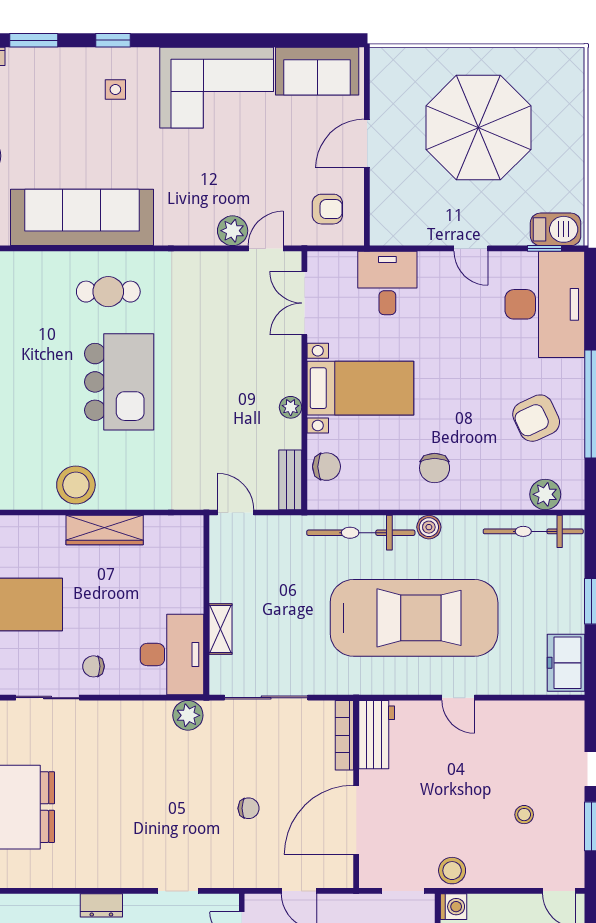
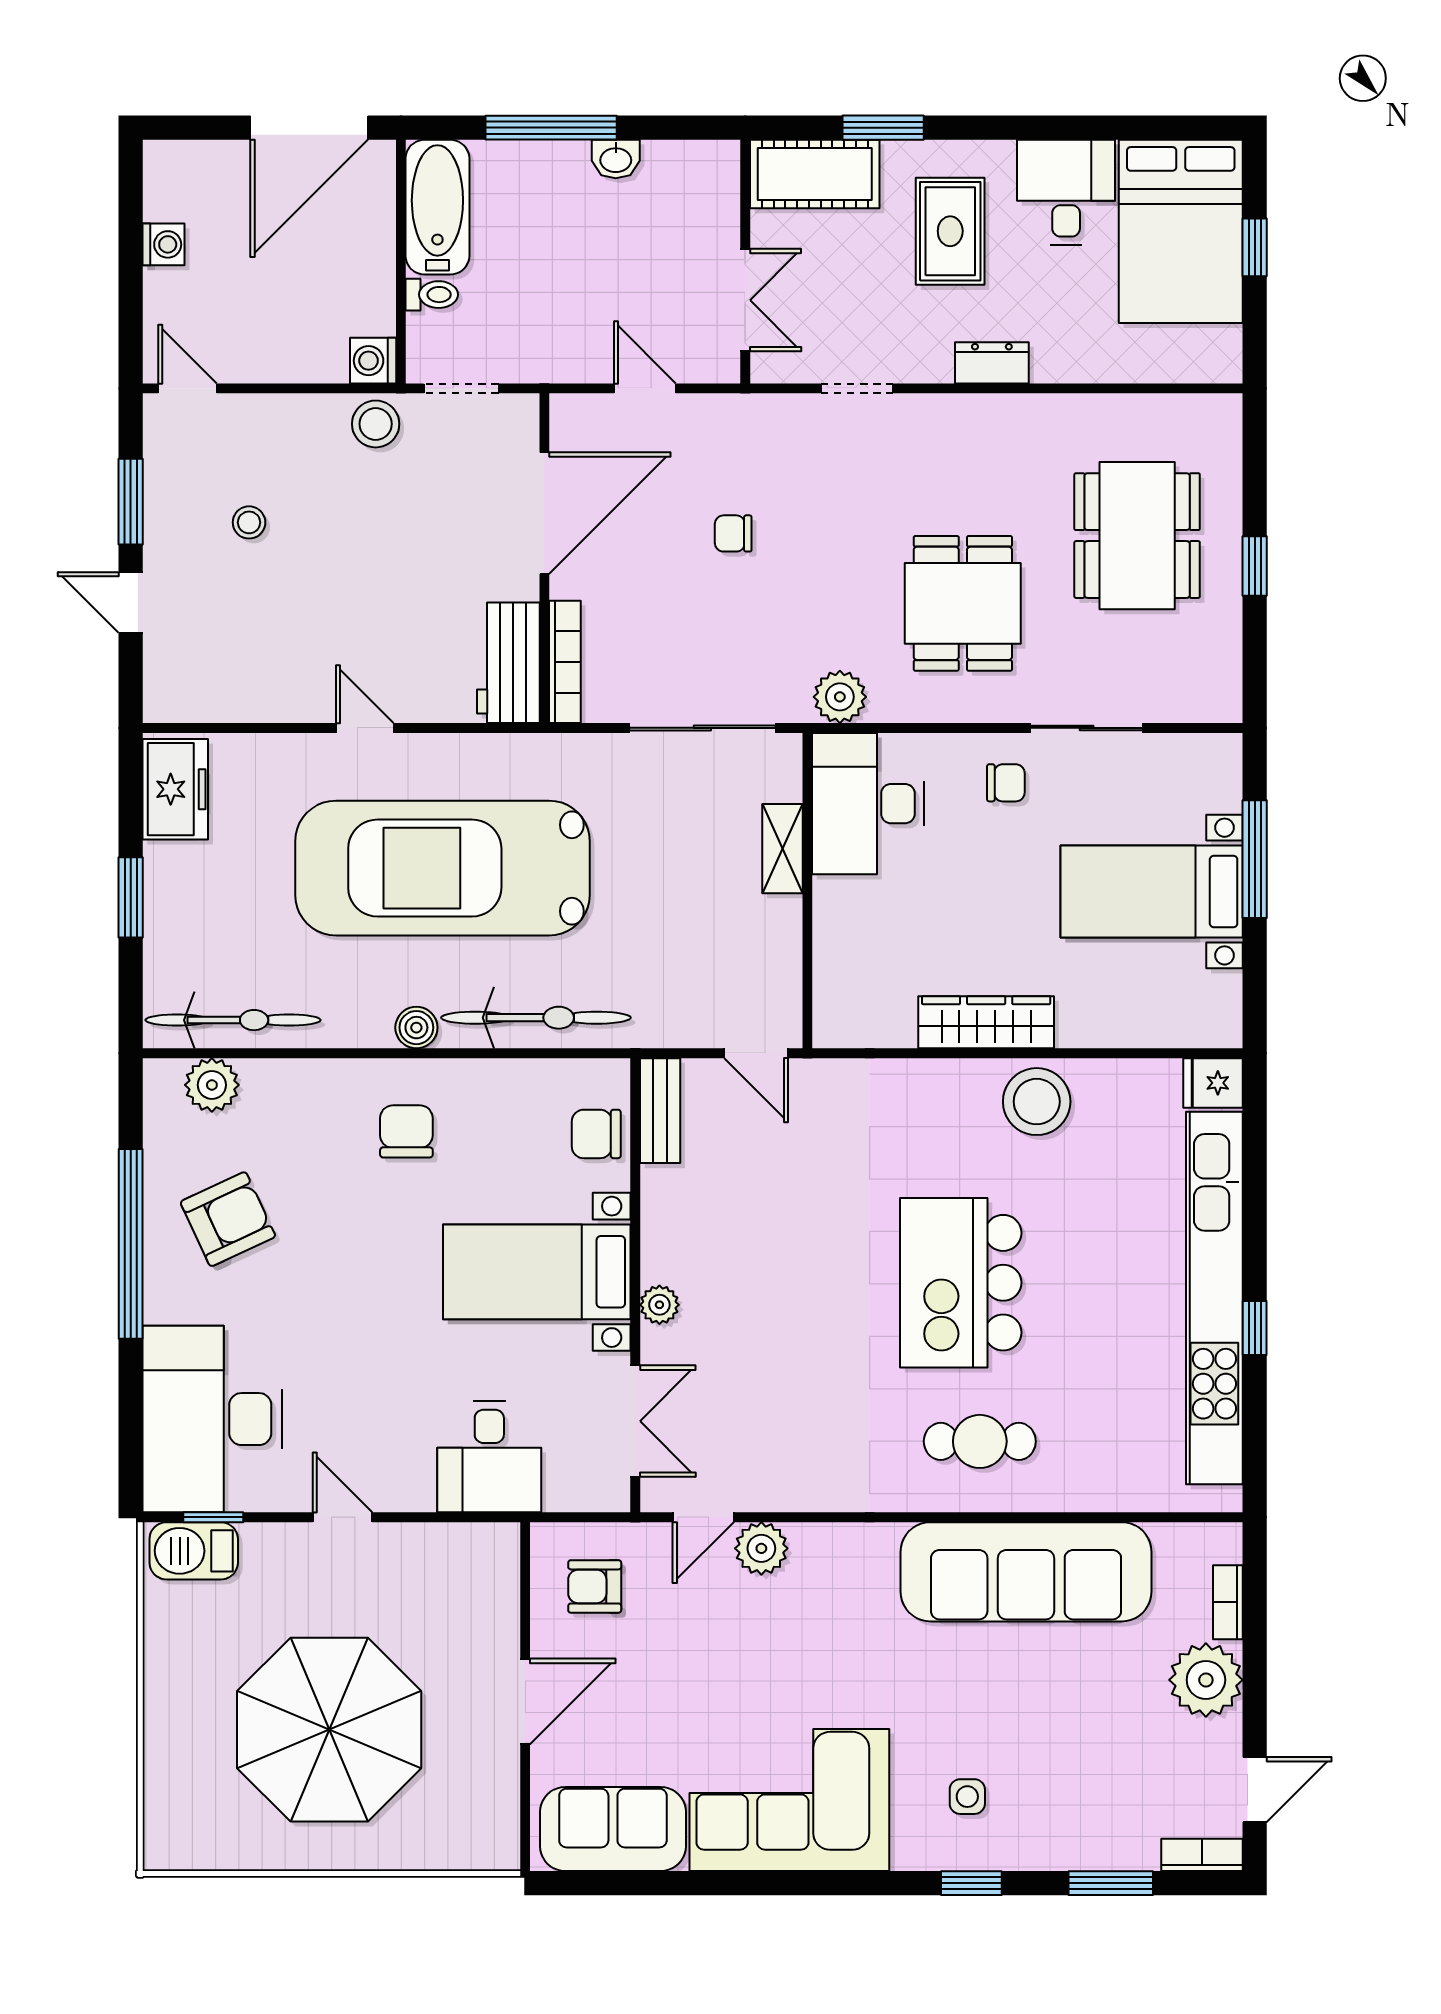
plant: (291, 407) -> (659, 1305), moved
dining table: (118, 768) -> (963, 603), added

